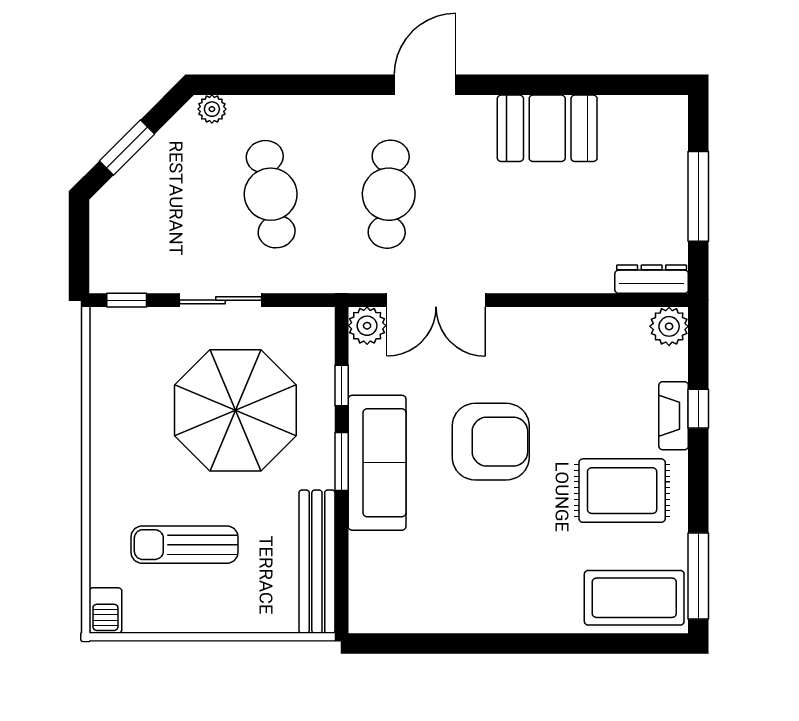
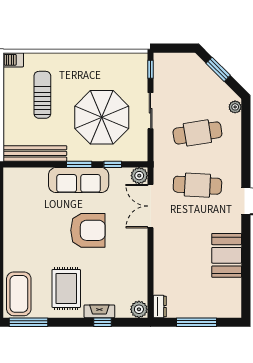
dresser: (652, 279) -> (160, 306), width x0.70
armchair: (491, 442) -> (88, 230), turned -90

